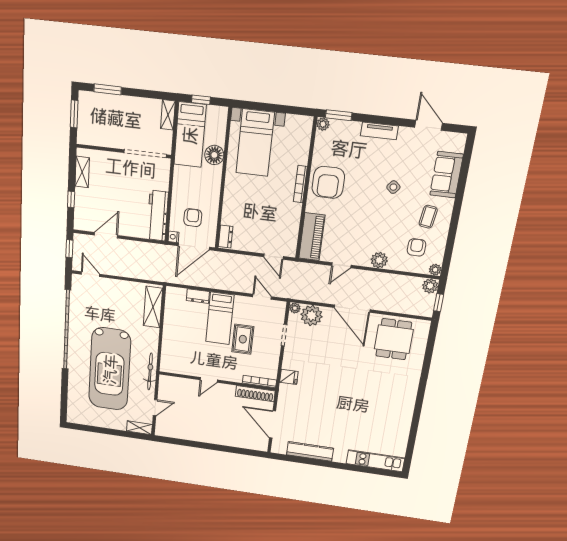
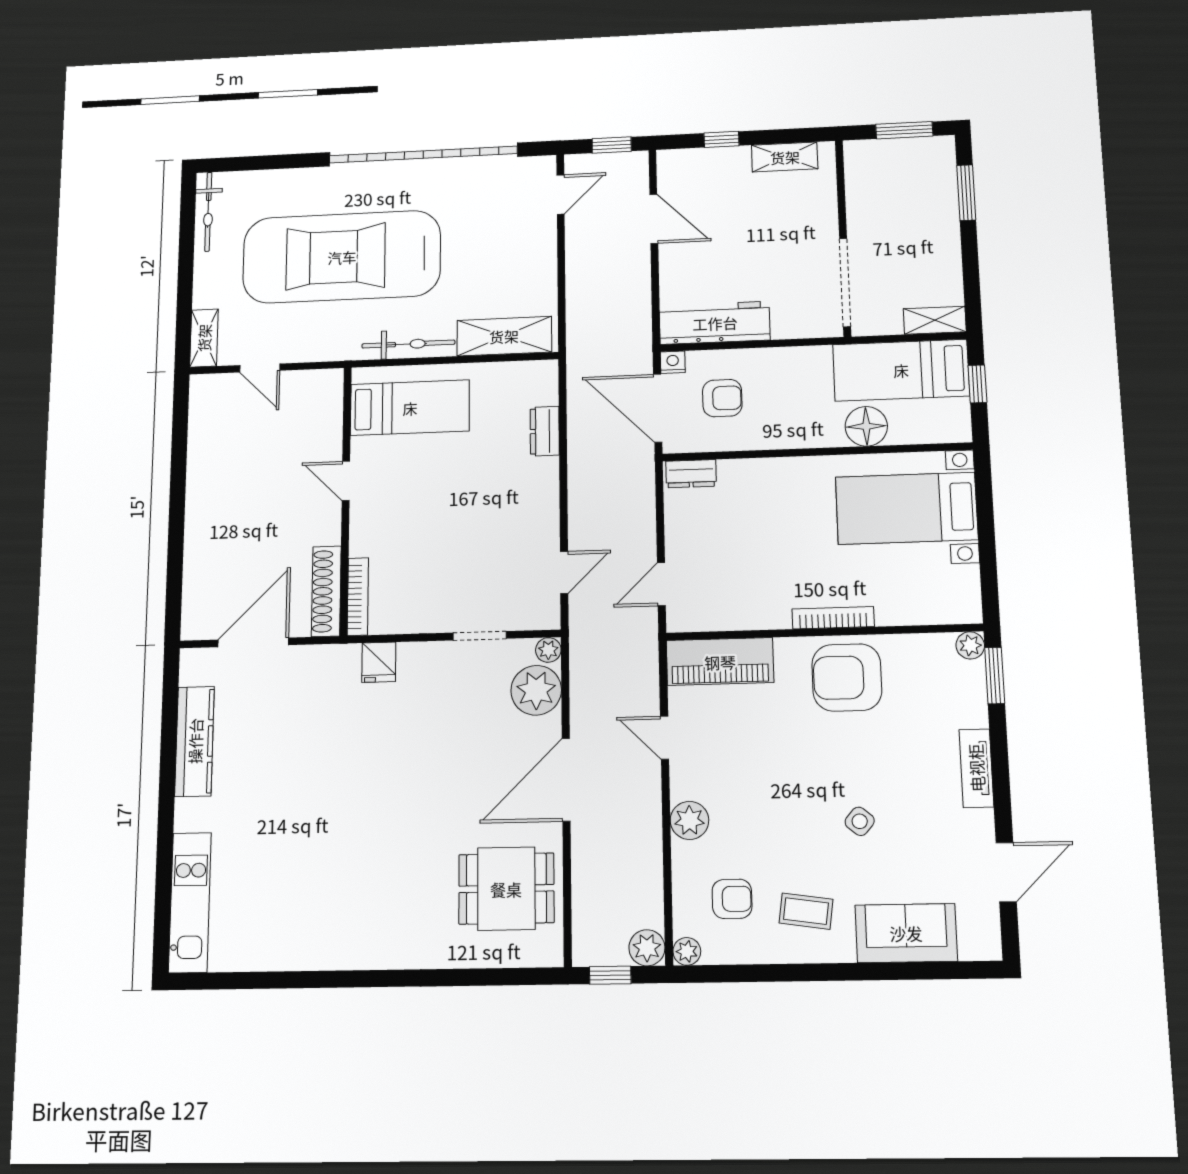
bed: (220, 318) -> (410, 408), moved, turned 180
rug: (243, 339) -> (457, 544), removed
bicycle: (150, 372) -> (408, 344), moved
bicycle: (84, 420) -> (208, 212), added

